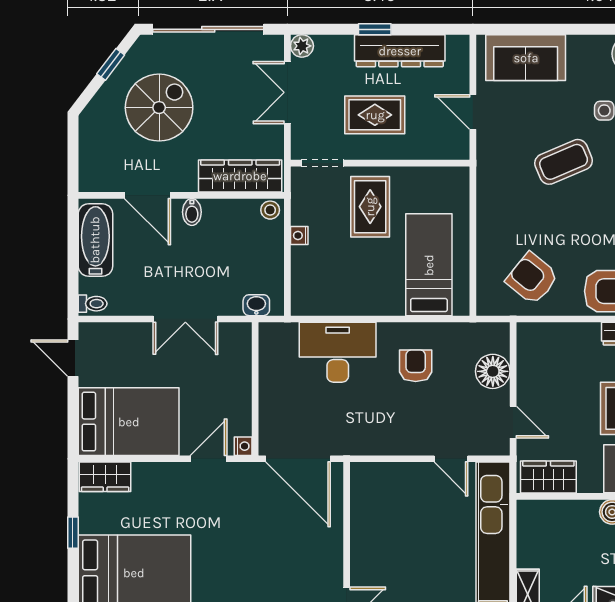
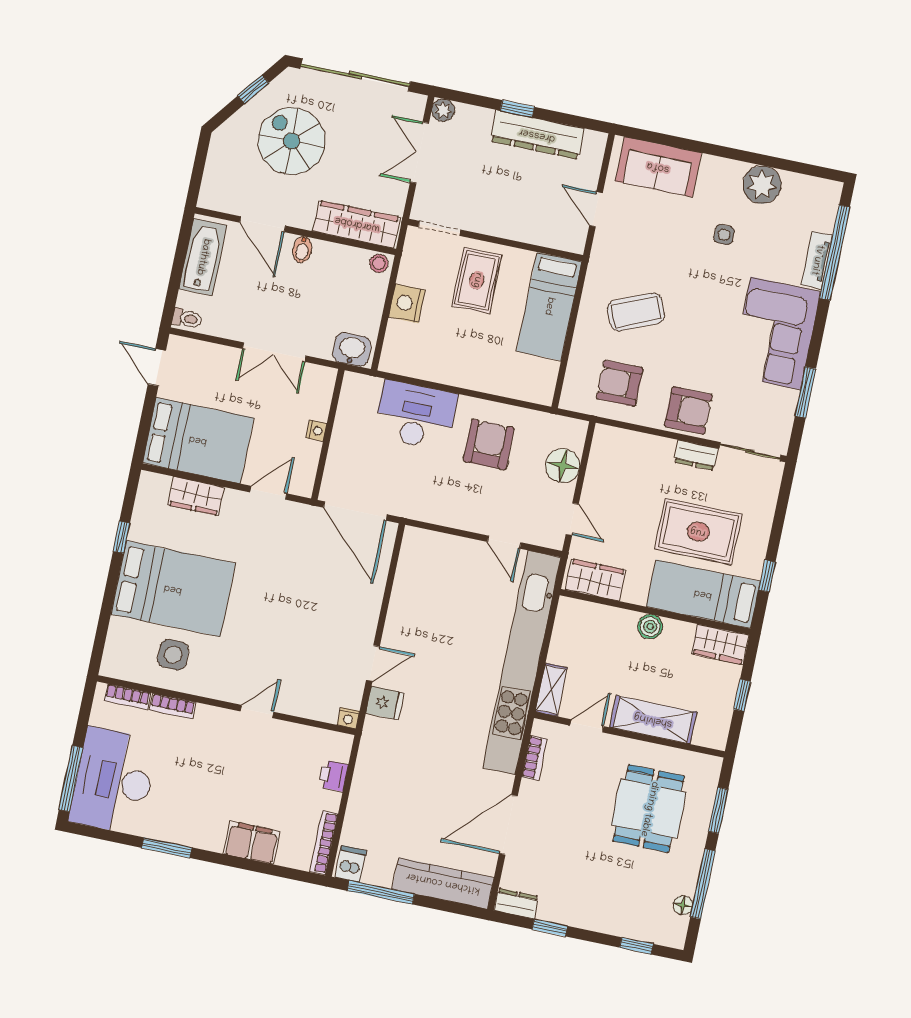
spiral stairs: (159, 108) -> (292, 141), turned -90
rug: (375, 115) -> (500, 192), removed
coffee table: (564, 162) -> (636, 312), moved
nightstand: (299, 236) -> (407, 303), width x1.89, depth x1.79
bed: (429, 265) -> (549, 306), moved, turned 180
armchair: (532, 278) -> (620, 383), turned -39
washbasin: (256, 305) -> (352, 350), width x1.38, depth x1.45
armchair: (416, 366) -> (489, 444), width x1.38, depth x1.38
nightstand: (243, 446) -> (316, 431), moved
wardrobe: (105, 477) -> (196, 496), moved

